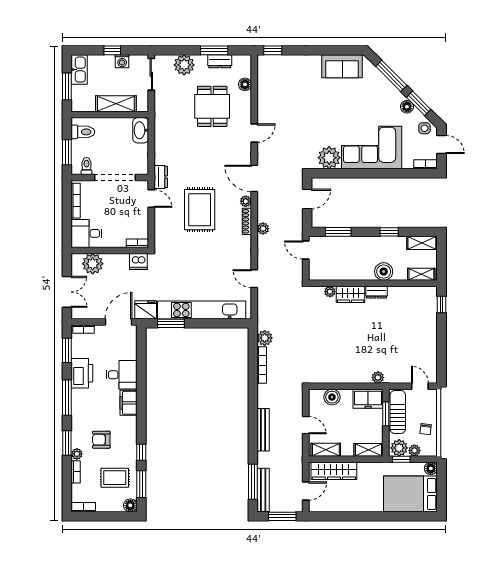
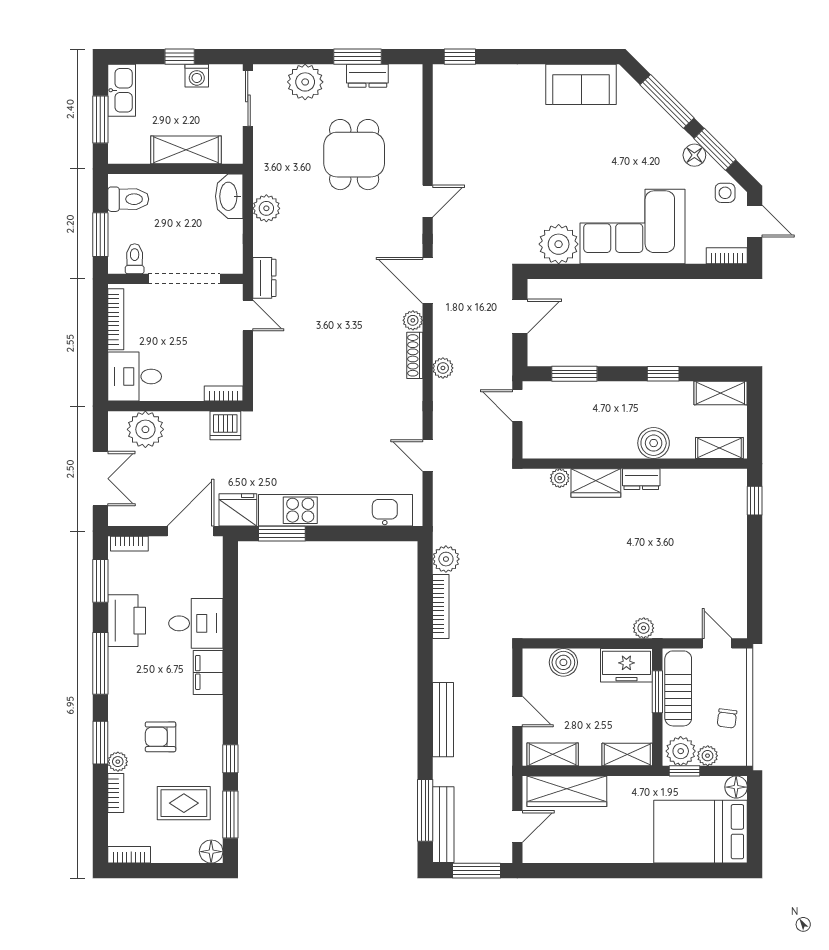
floor lamp: (245, 84) -> (411, 116), removed
plant: (162, 137) -> (266, 208), added
rug: (200, 210) -> (332, 335), removed

